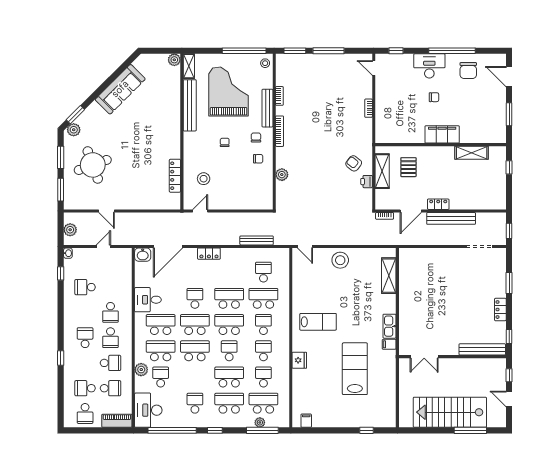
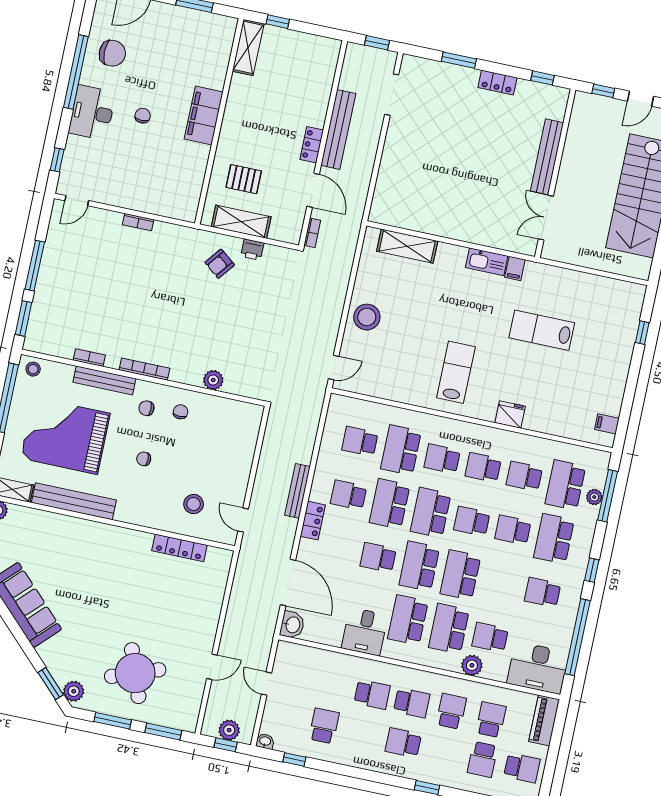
shelving: (472, 153) -> (248, 47), moved
window: (61, 229) -> (226, 745), added
bench: (257, 240) -> (297, 491), moved
school desk: (229, 272) -> (348, 495), added
school desk: (85, 287) -> (324, 726), turned 180
bench: (482, 349) -> (547, 157), moved
double door: (424, 357) -> (546, 218), swing flipped
lab bench: (355, 369) -> (542, 330), width x0.73, depth x0.72
school desk: (229, 377) -> (513, 530), width x0.54

